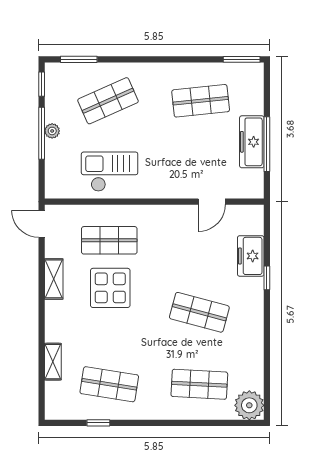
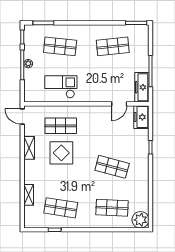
shop shelf: (108, 101) -> (60, 46), turned 30
freezer: (252, 142) -> (142, 87), moved
freezer: (251, 256) -> (141, 117), moved

